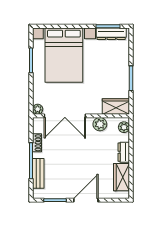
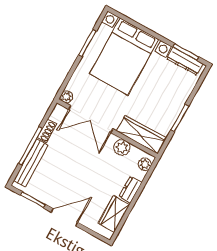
wardrobe: (116, 106) -> (141, 135), width x1.50
bench: (38, 173) -> (31, 163), width x1.36

